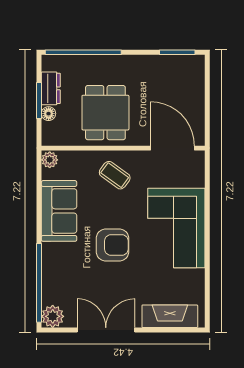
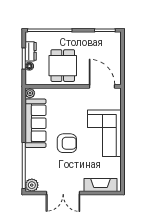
coffee table: (115, 175) -> (68, 102), removed
sofa: (59, 211) -> (36, 123), width x1.36
double door: (106, 330) -> (63, 193), swing flipped

